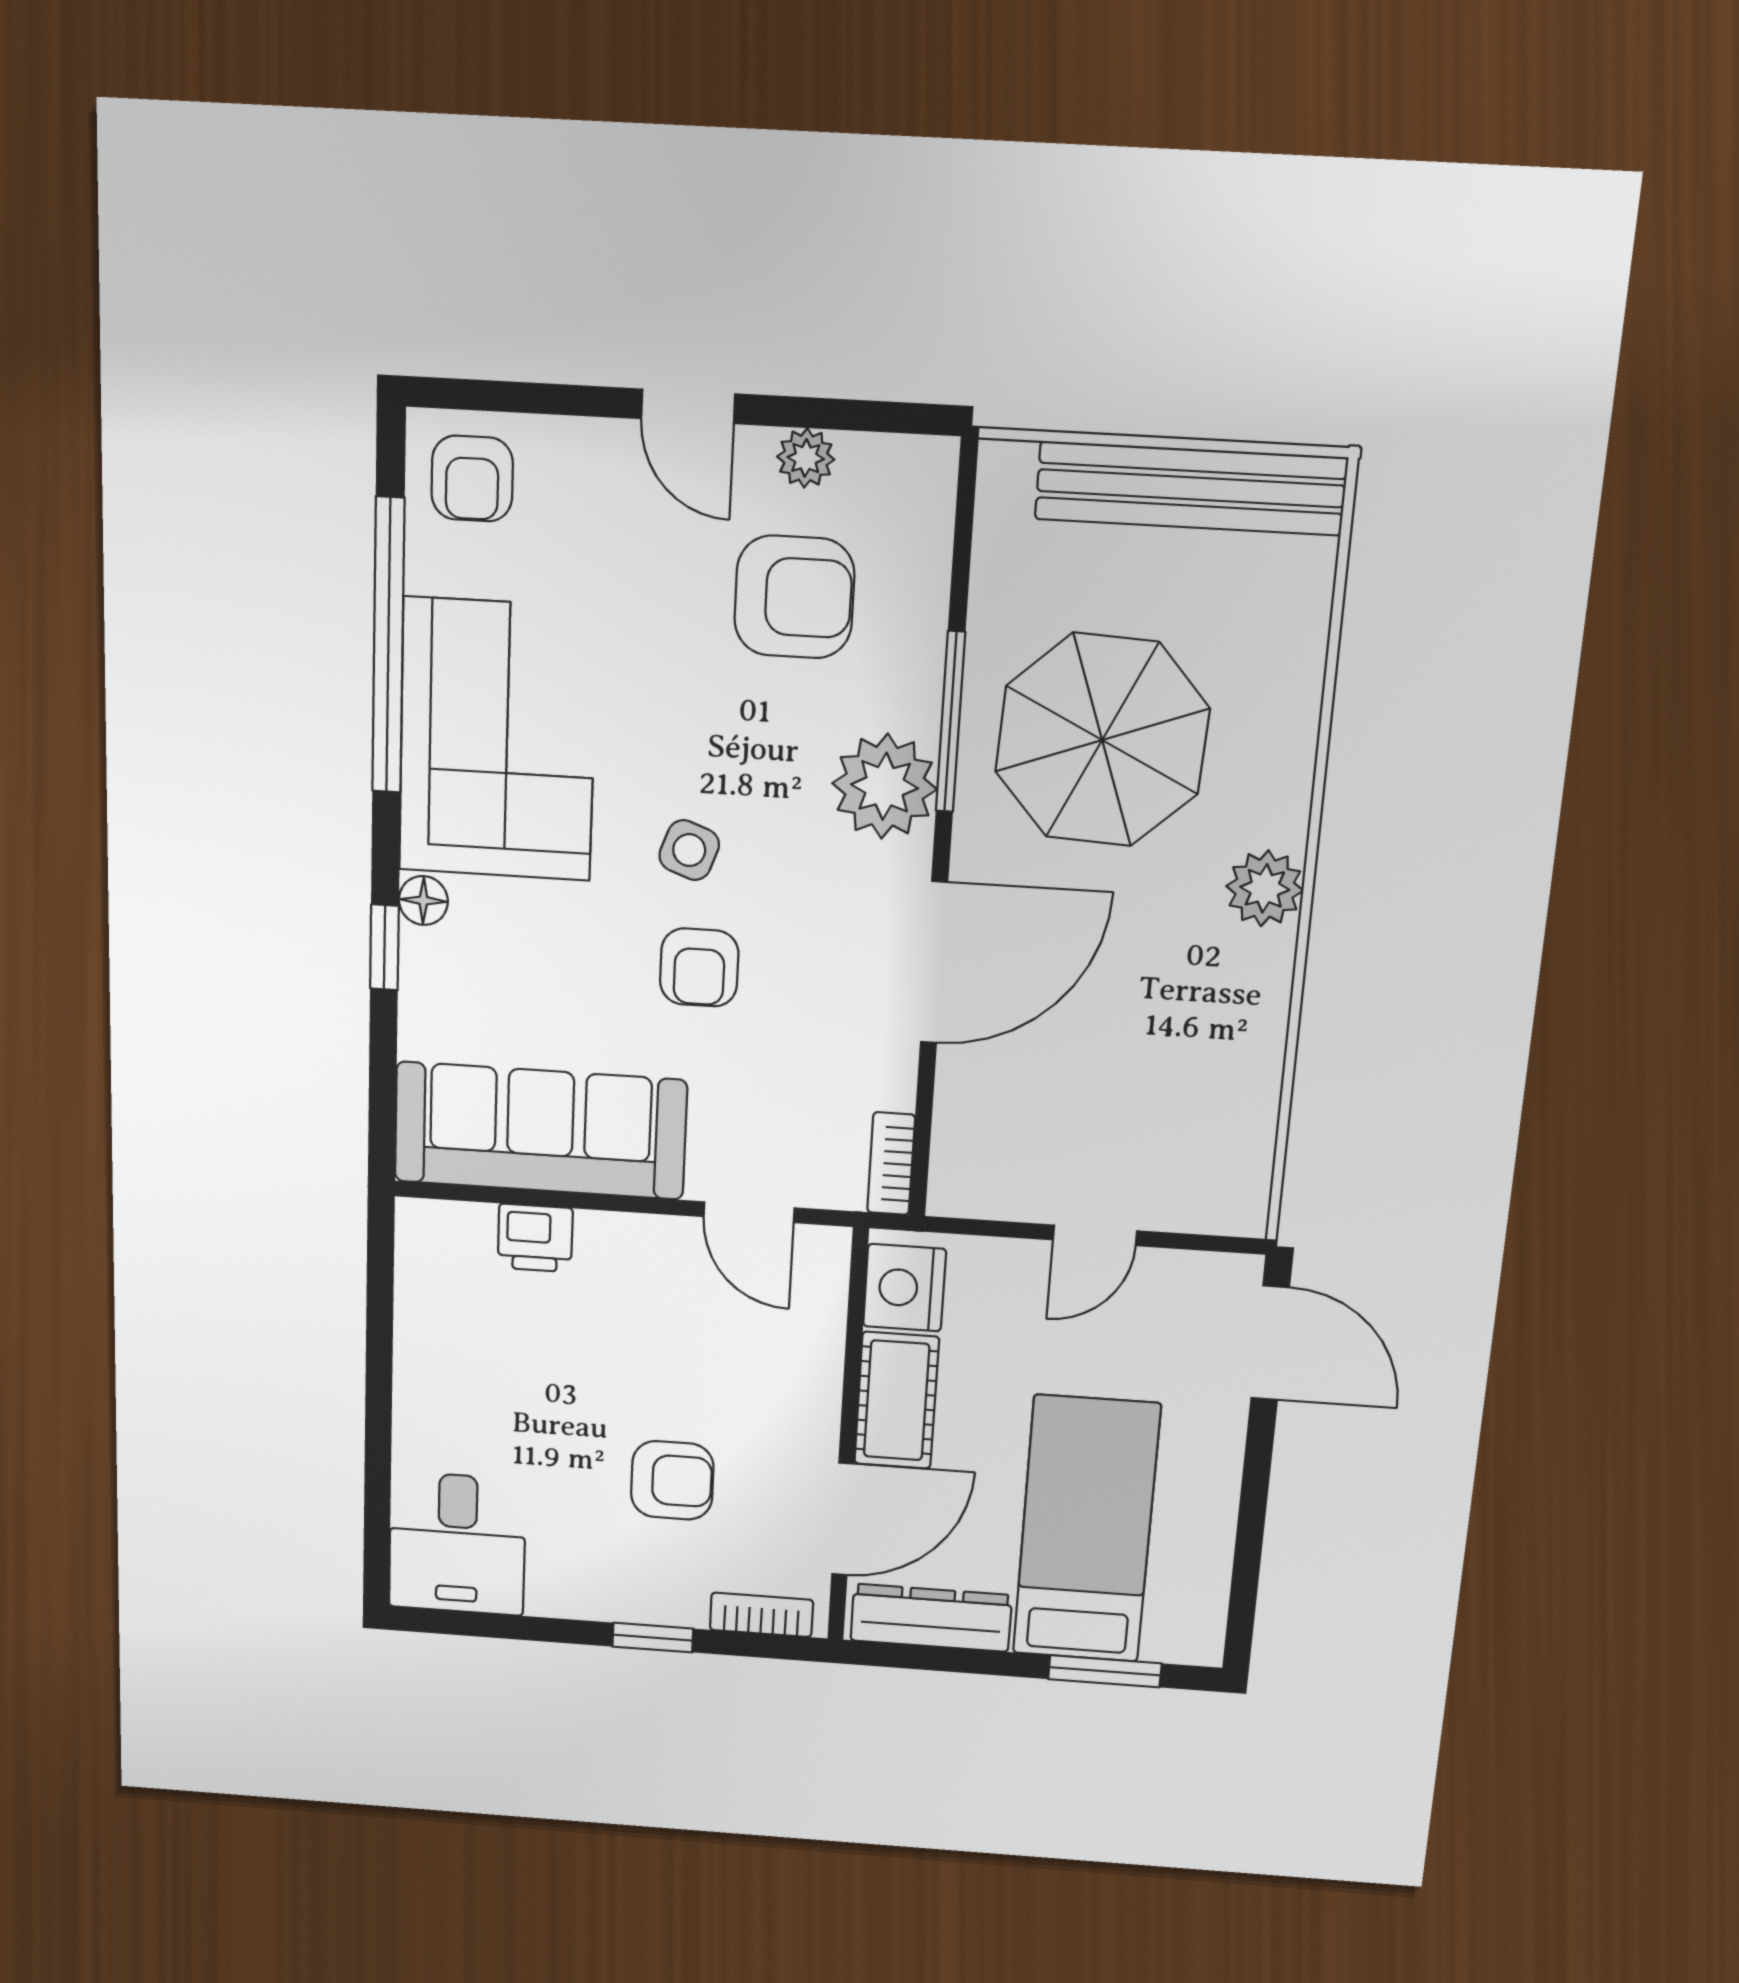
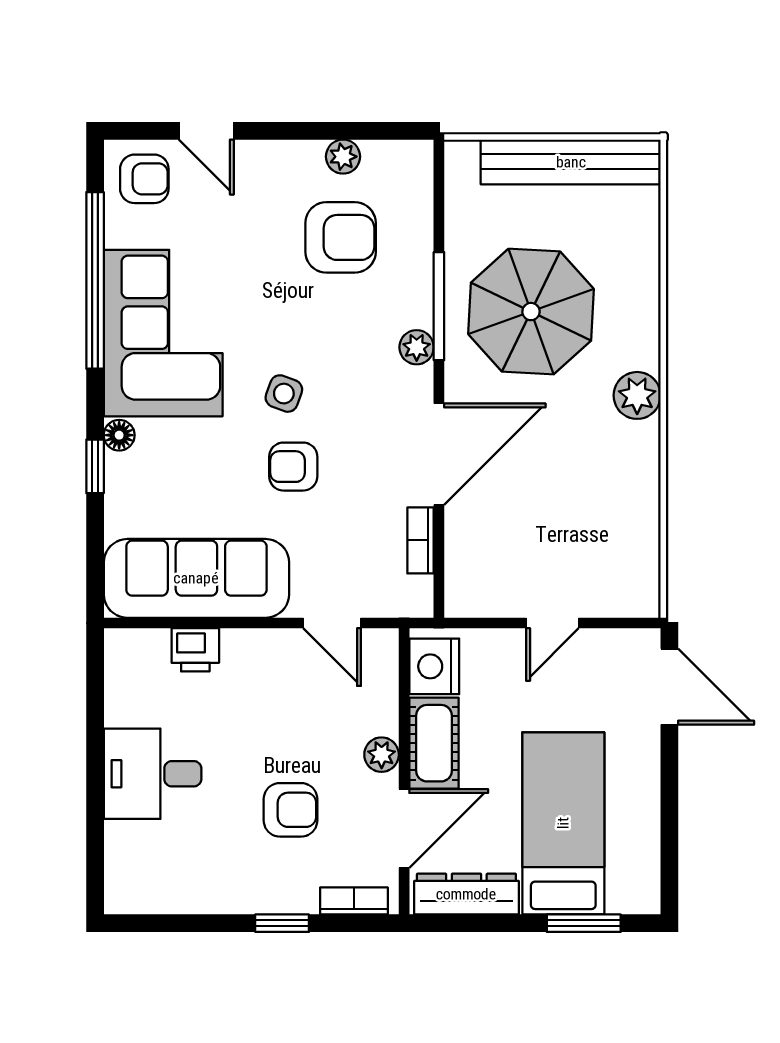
door: (688, 406) -> (206, 131), moved
armchair: (472, 479) -> (144, 179), turned -90
plant: (885, 786) -> (417, 347), width x0.53, depth x0.53
armchair: (699, 967) -> (293, 467), turned 90
bookcase: (891, 1164) -> (421, 540), moved
plant: (815, 1411) -> (382, 755), added
desk: (457, 1544) -> (153, 774), moved, turned 90

